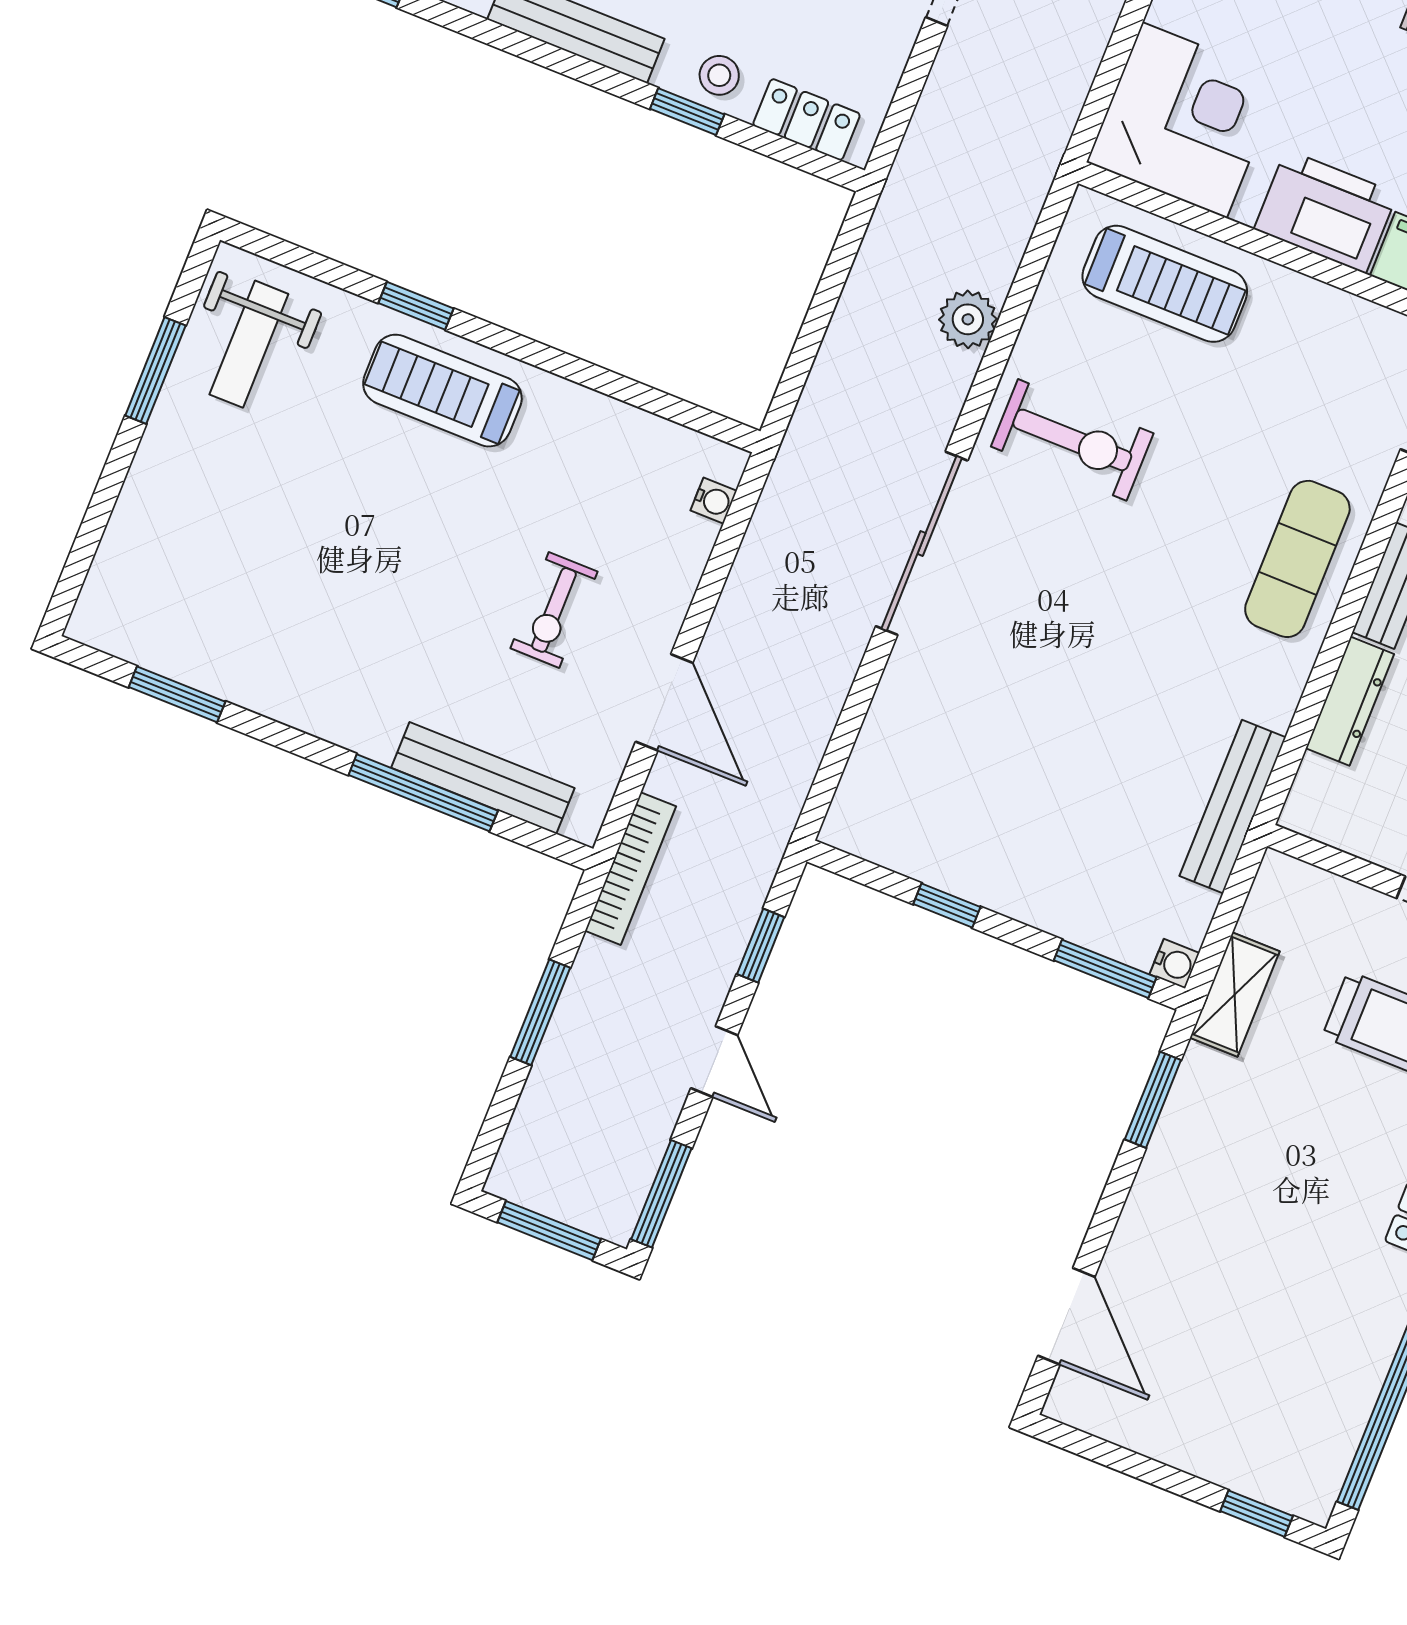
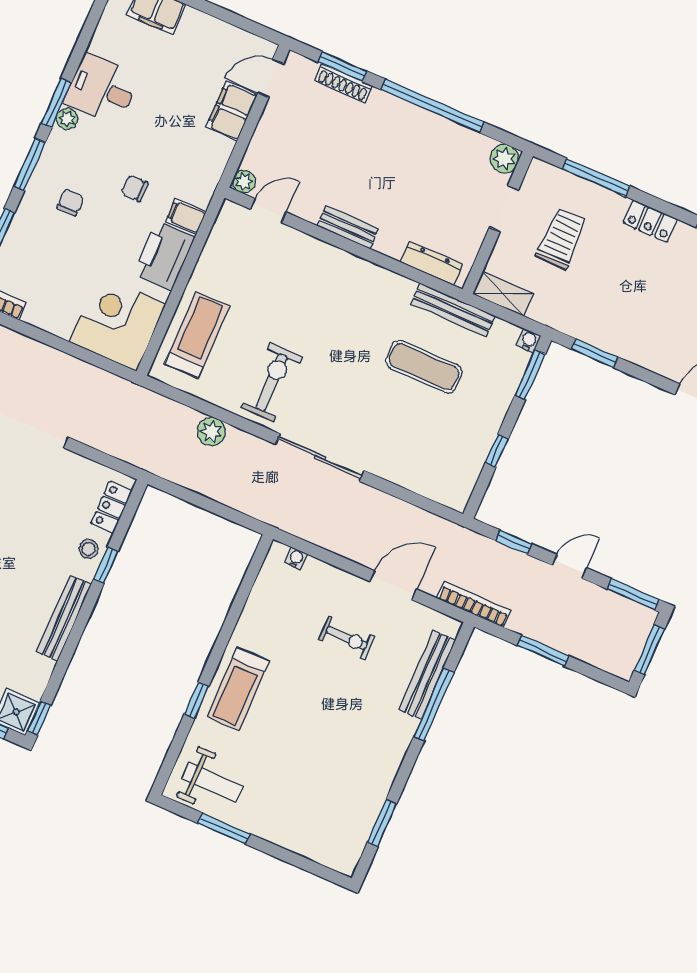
exercise mat: (1297, 559) -> (424, 367), moved
dresser: (1350, 701) -> (431, 263), moved
shelving: (1235, 994) -> (503, 294), moved

